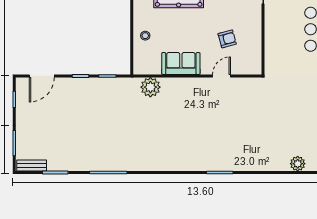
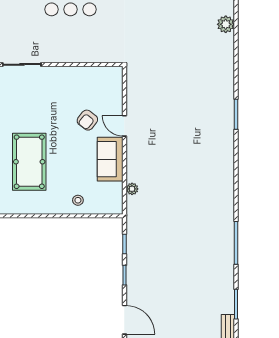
armchair: (227, 39) -> (87, 120), moved, turned -127
door: (222, 76) -> (124, 126), moved
plant: (150, 87) -> (132, 189), width x0.53, depth x0.53

